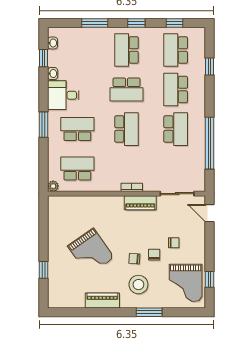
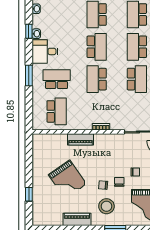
window: (44, 58) -> (29, 31), moved
school desk: (127, 90) -> (97, 47), turned -90
school desk: (127, 129) -> (97, 79), turned 180
school desk: (77, 169) -> (57, 111), turned 90
plant: (53, 186) -> (37, 126), removed
piano: (140, 203) -> (81, 139), moved

